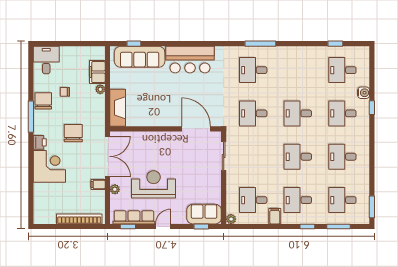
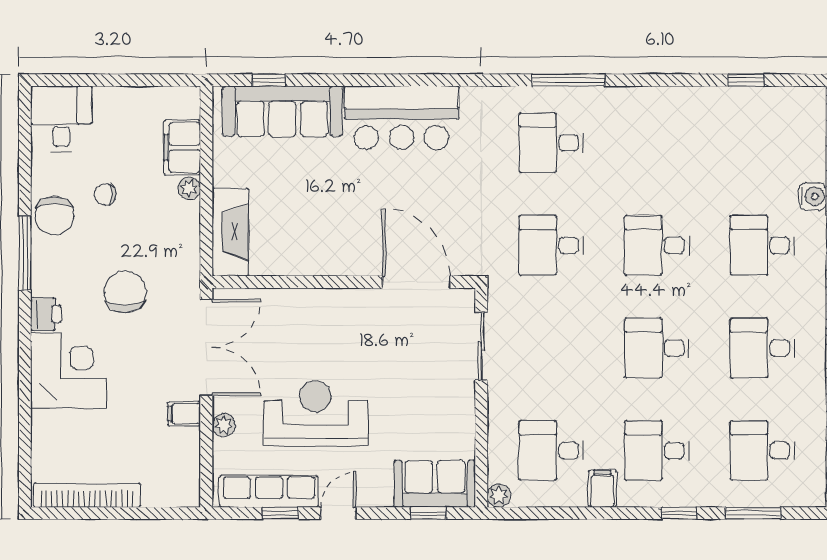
desk: (342, 70) -> (762, 143), removed
chair: (43, 101) -> (54, 216), turned 180
bookcase: (79, 219) -> (87, 495), moved
window: (128, 227) -> (280, 513), moved

